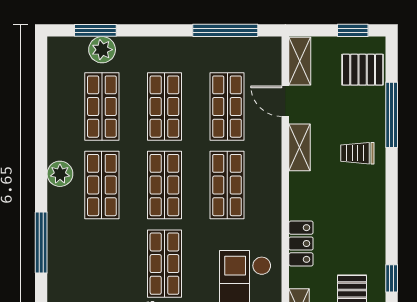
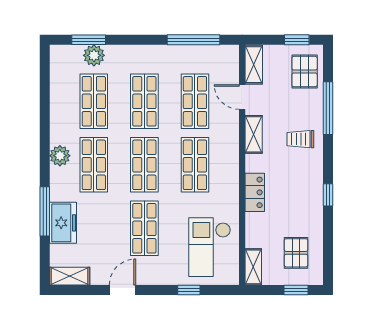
pallet: (363, 70) -> (305, 72), turned 90
locker: (301, 244) -> (255, 192), moved
freezer: (64, 257) -> (63, 223), added
window: (392, 278) -> (328, 195), moved

